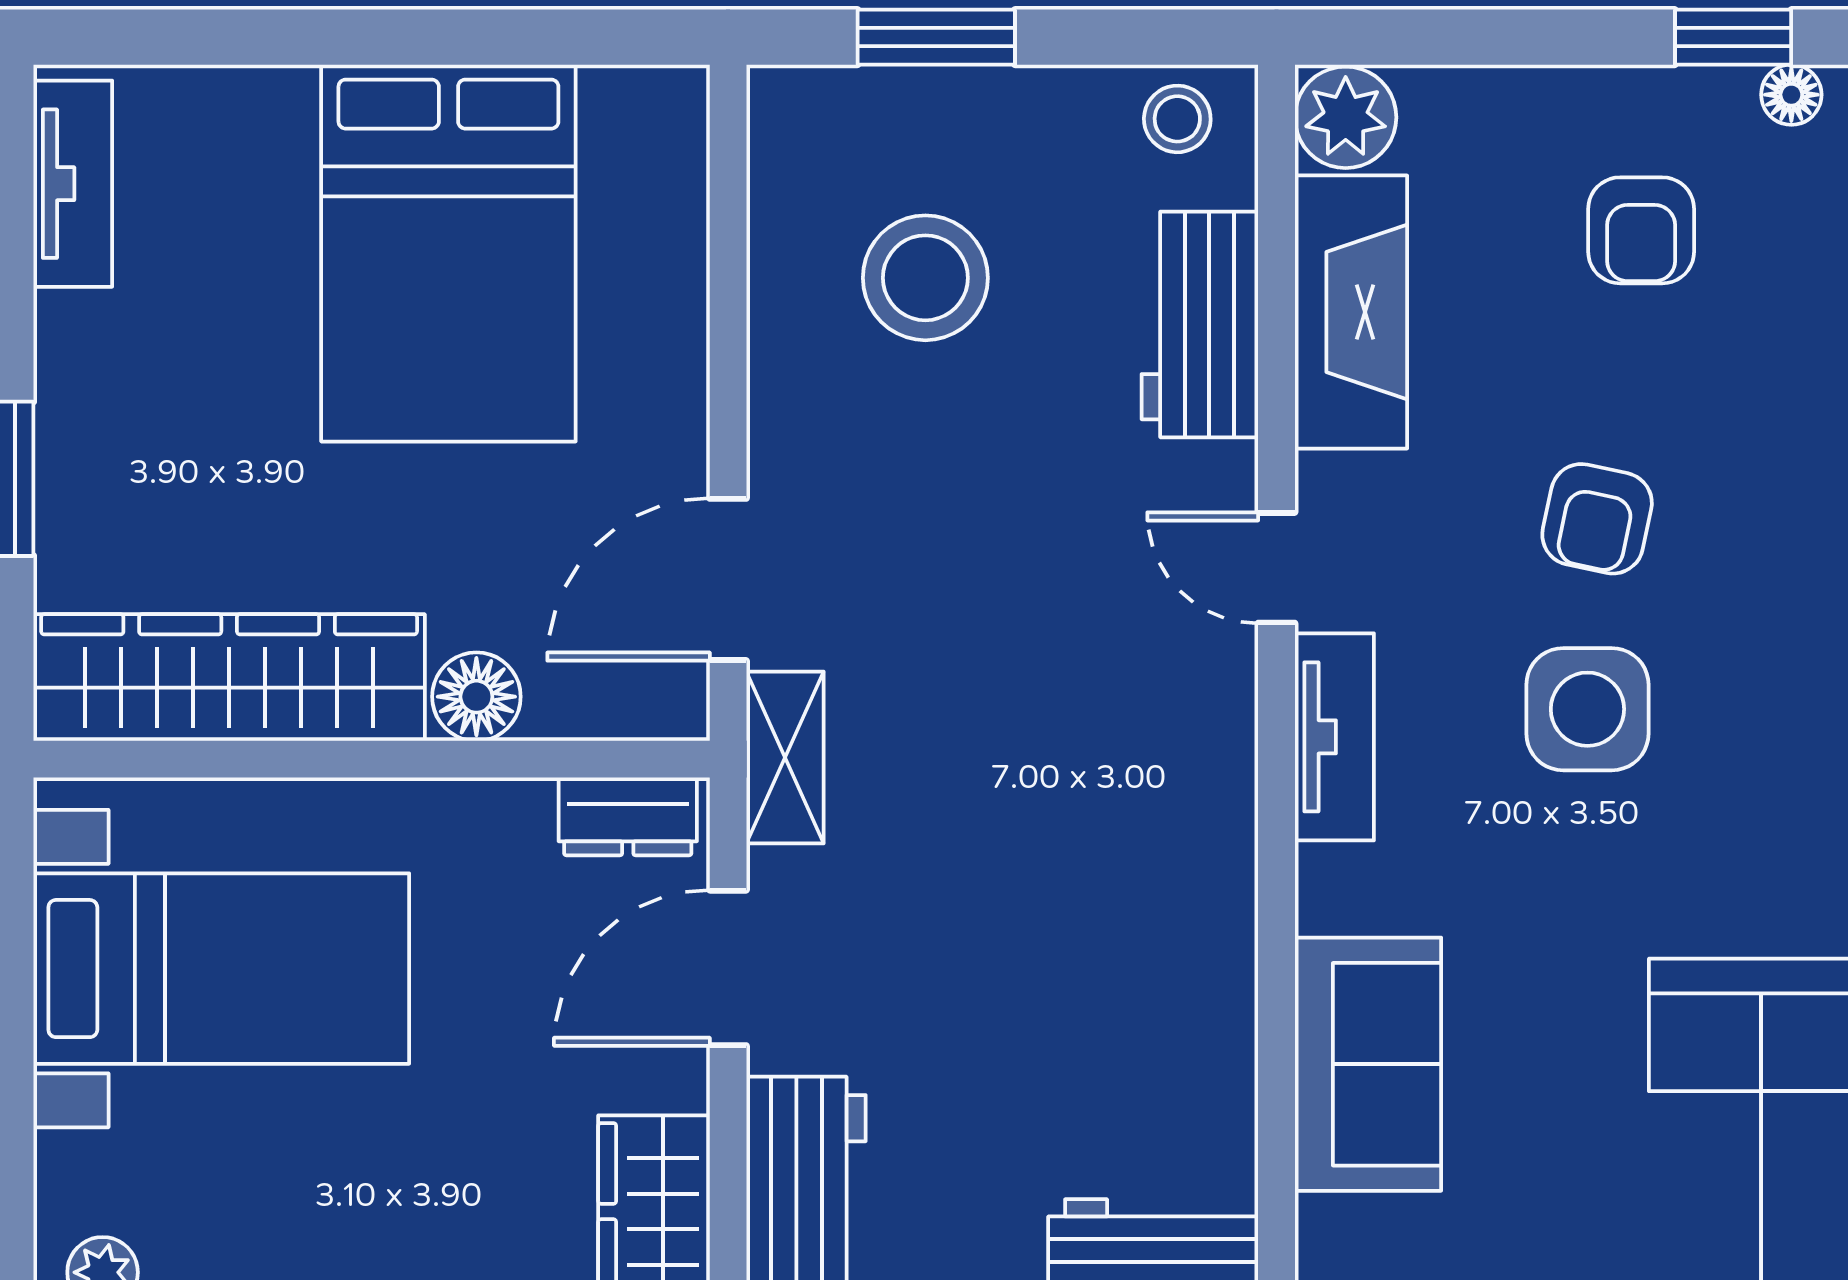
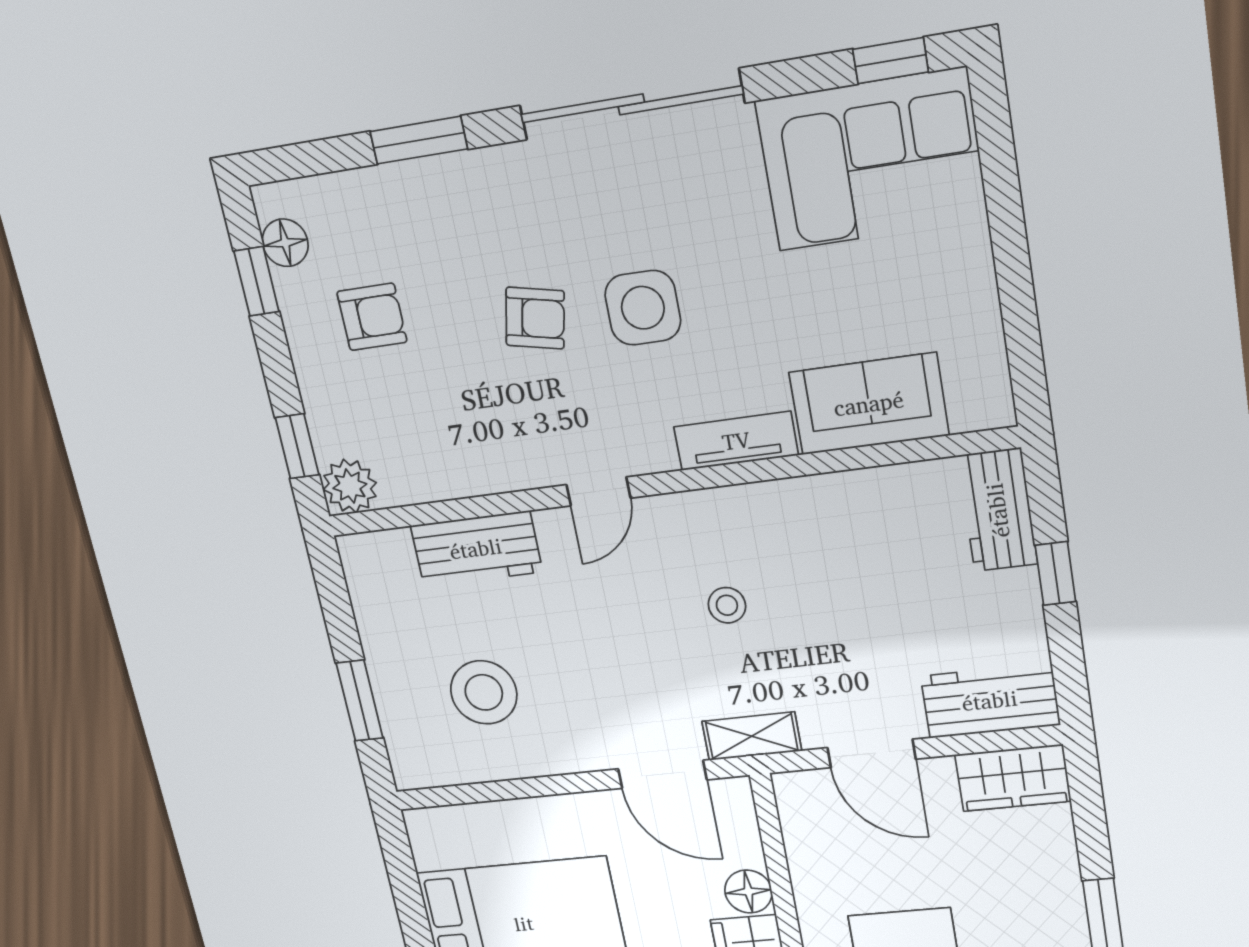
window: (1431, 37) -> (297, 446), added
floor lamp: (1791, 95) -> (285, 243), width x1.37, depth x1.37
stool: (1177, 119) -> (727, 605), moved
fireplace: (1351, 312) -> (452, 469), removed
tv unit: (1334, 737) -> (736, 441), moved
dresser: (628, 816) -> (798, 812), removed

